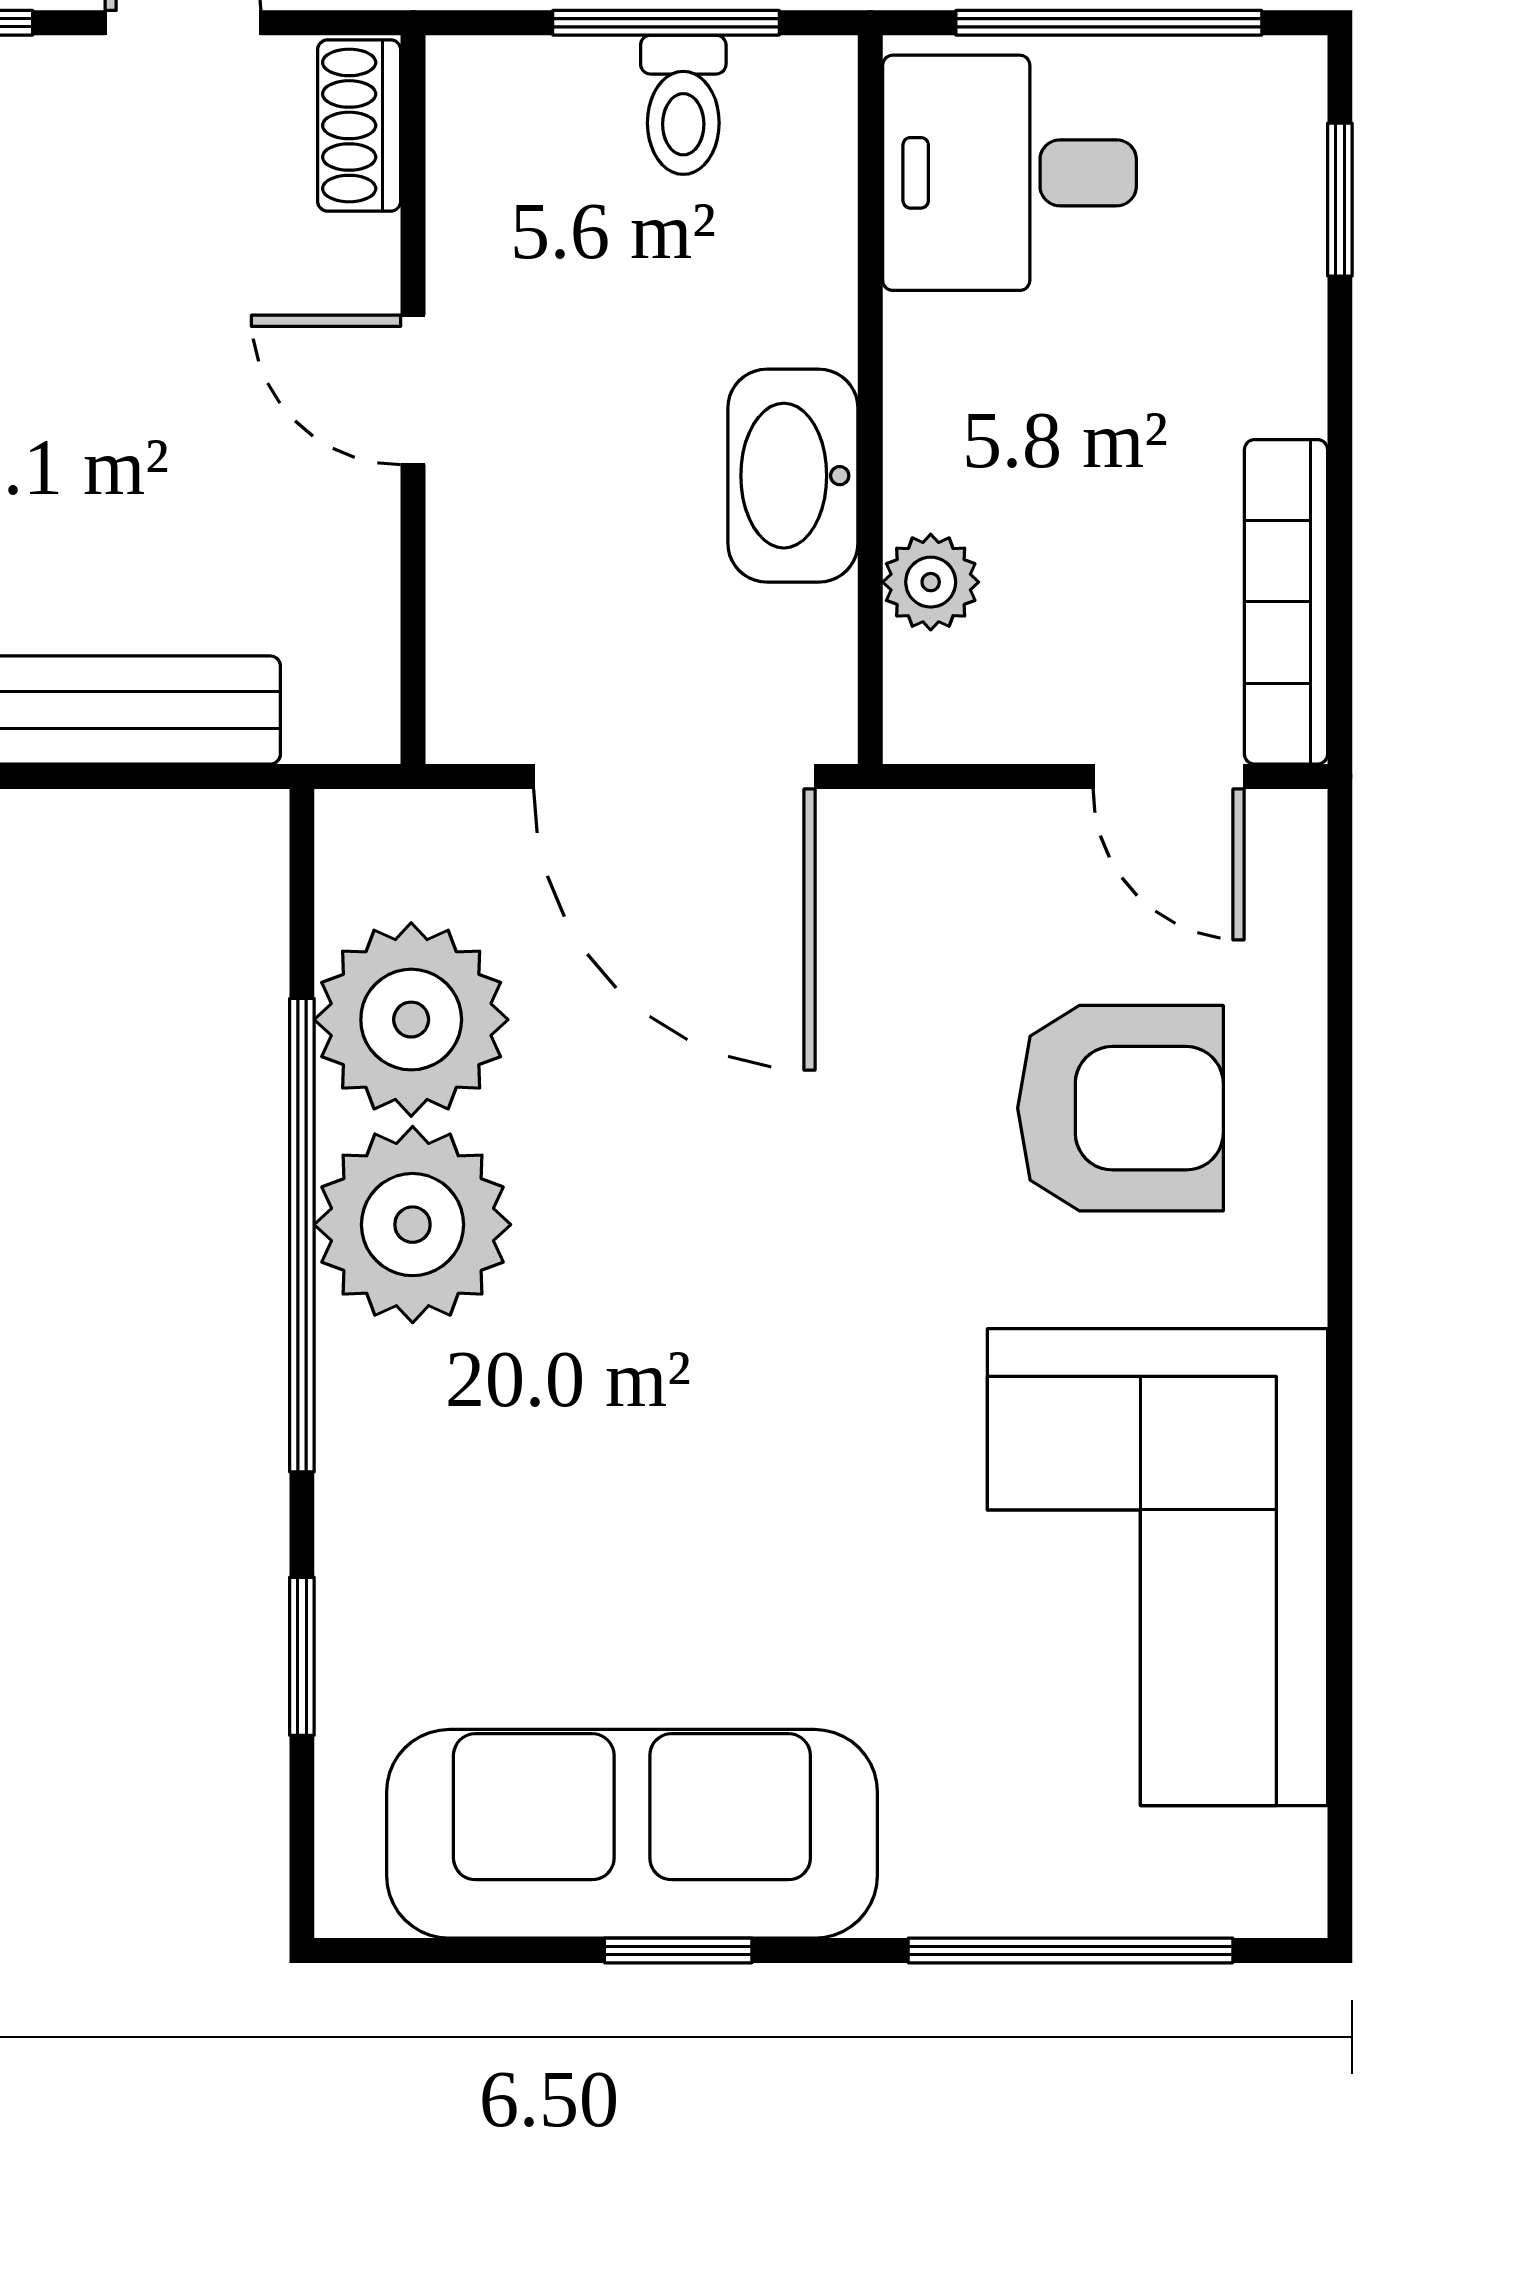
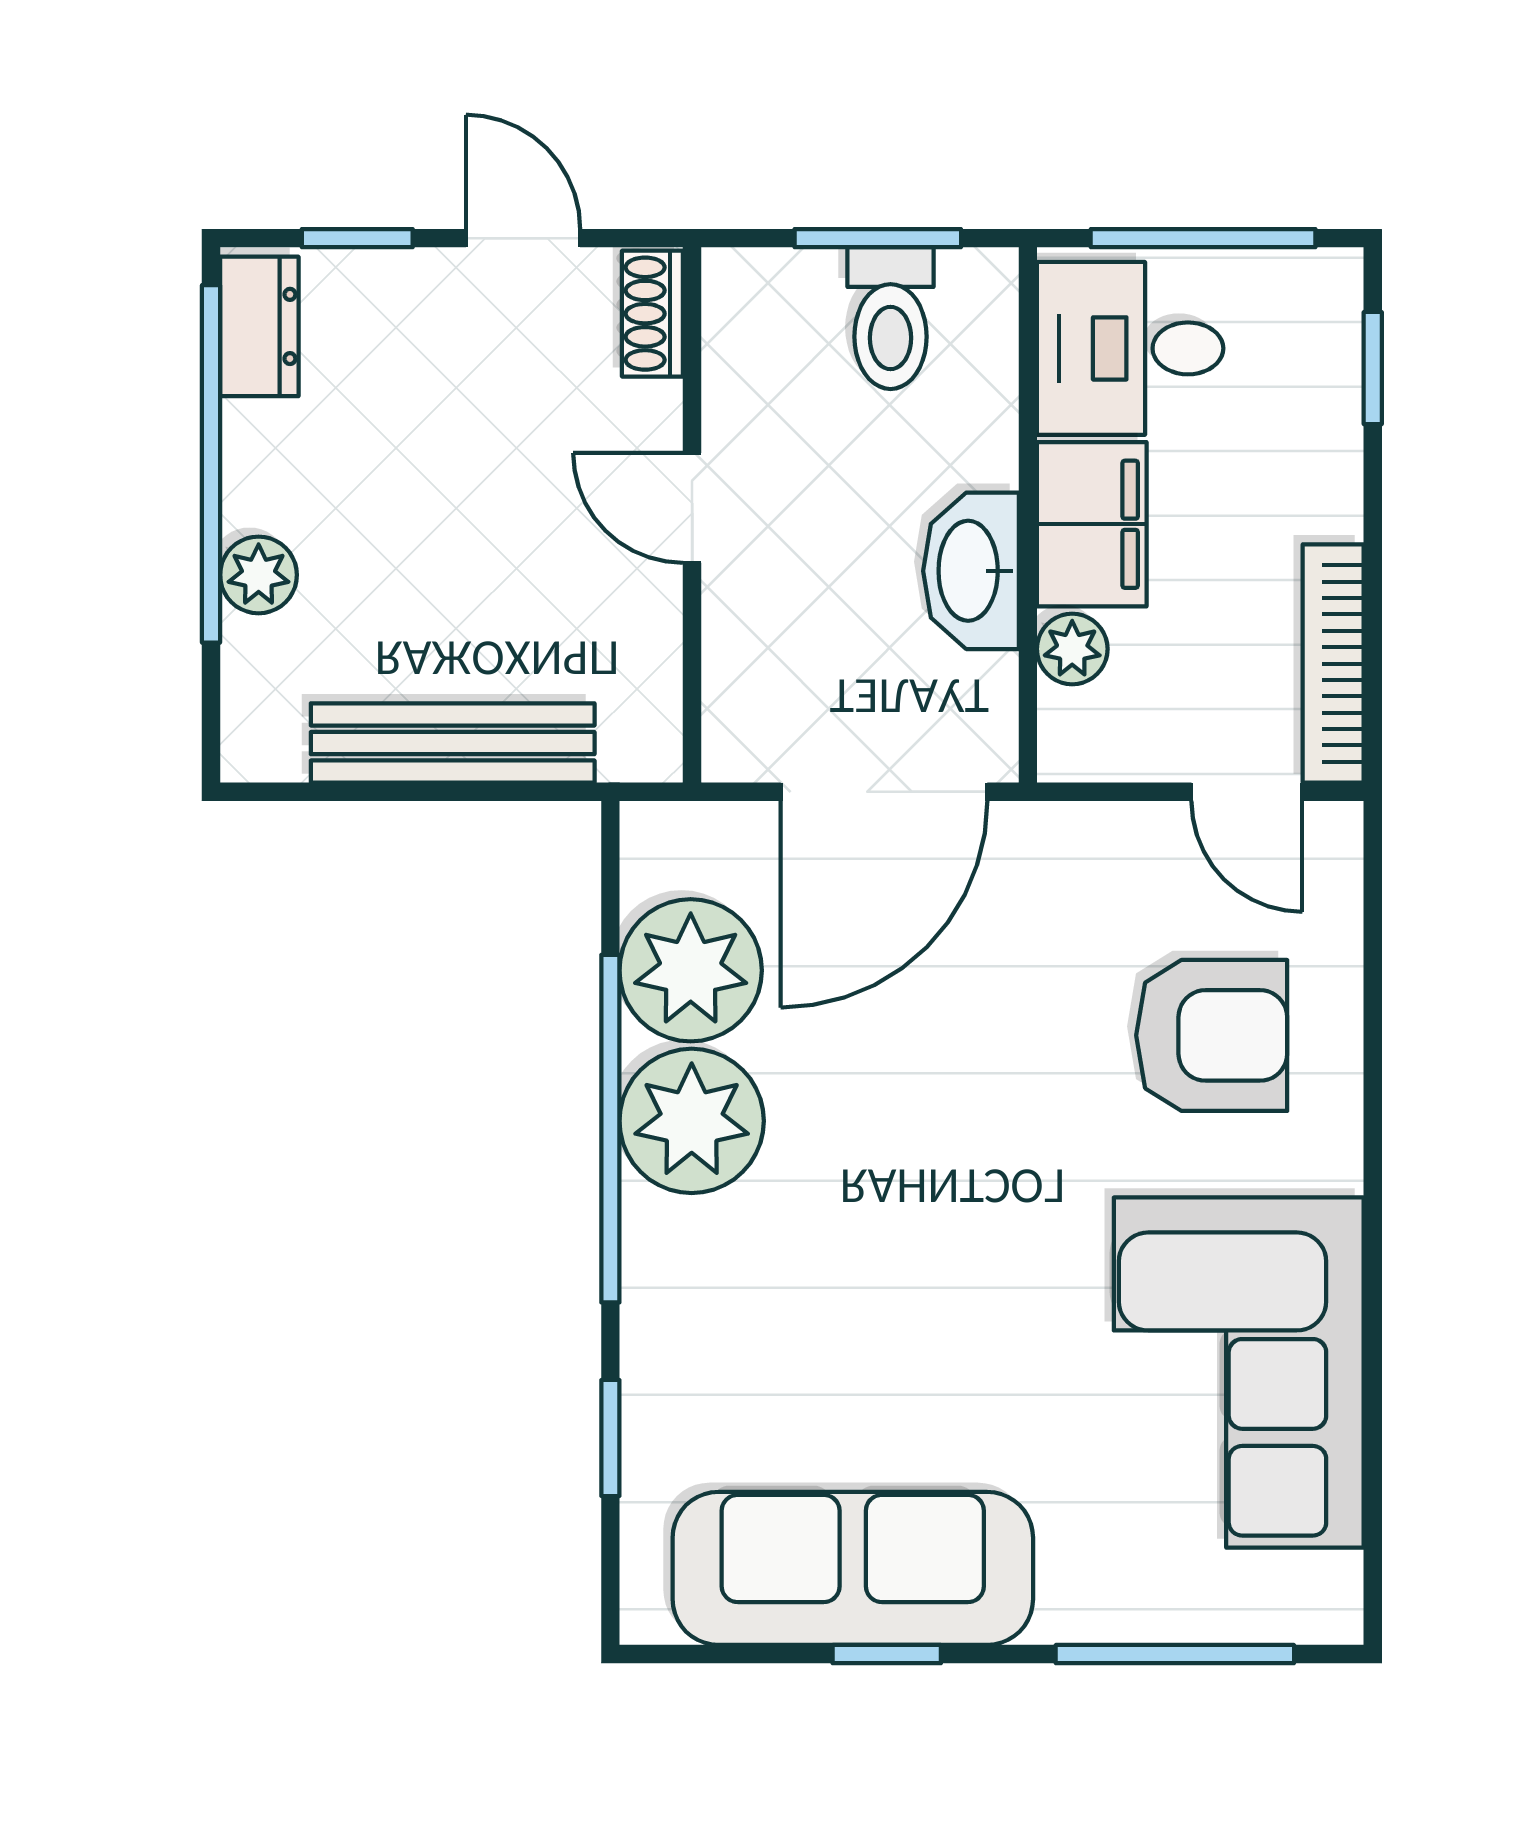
toilet: (683, 105) -> (891, 318), width x1.37, depth x1.39
filing cabinet: (957, 412) -> (1092, 524), added
door: (674, 777) -> (884, 792), hinge flipped

